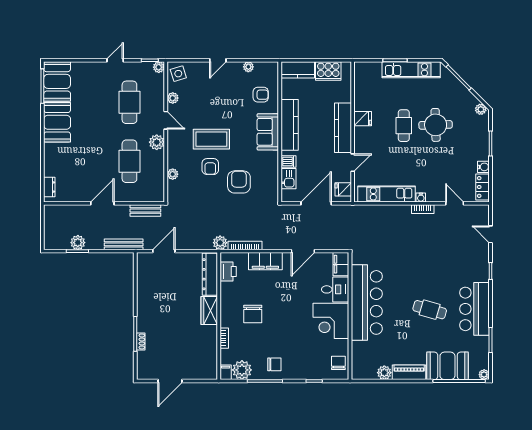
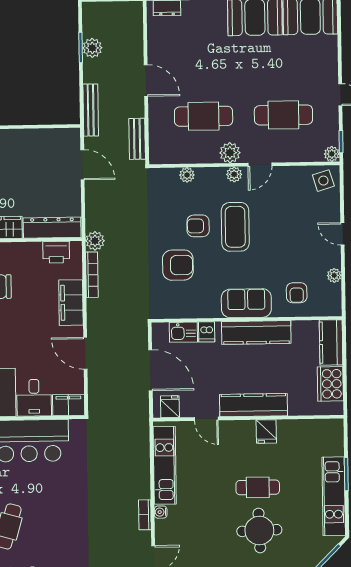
plant: (173, 98) -> (234, 174), moved

